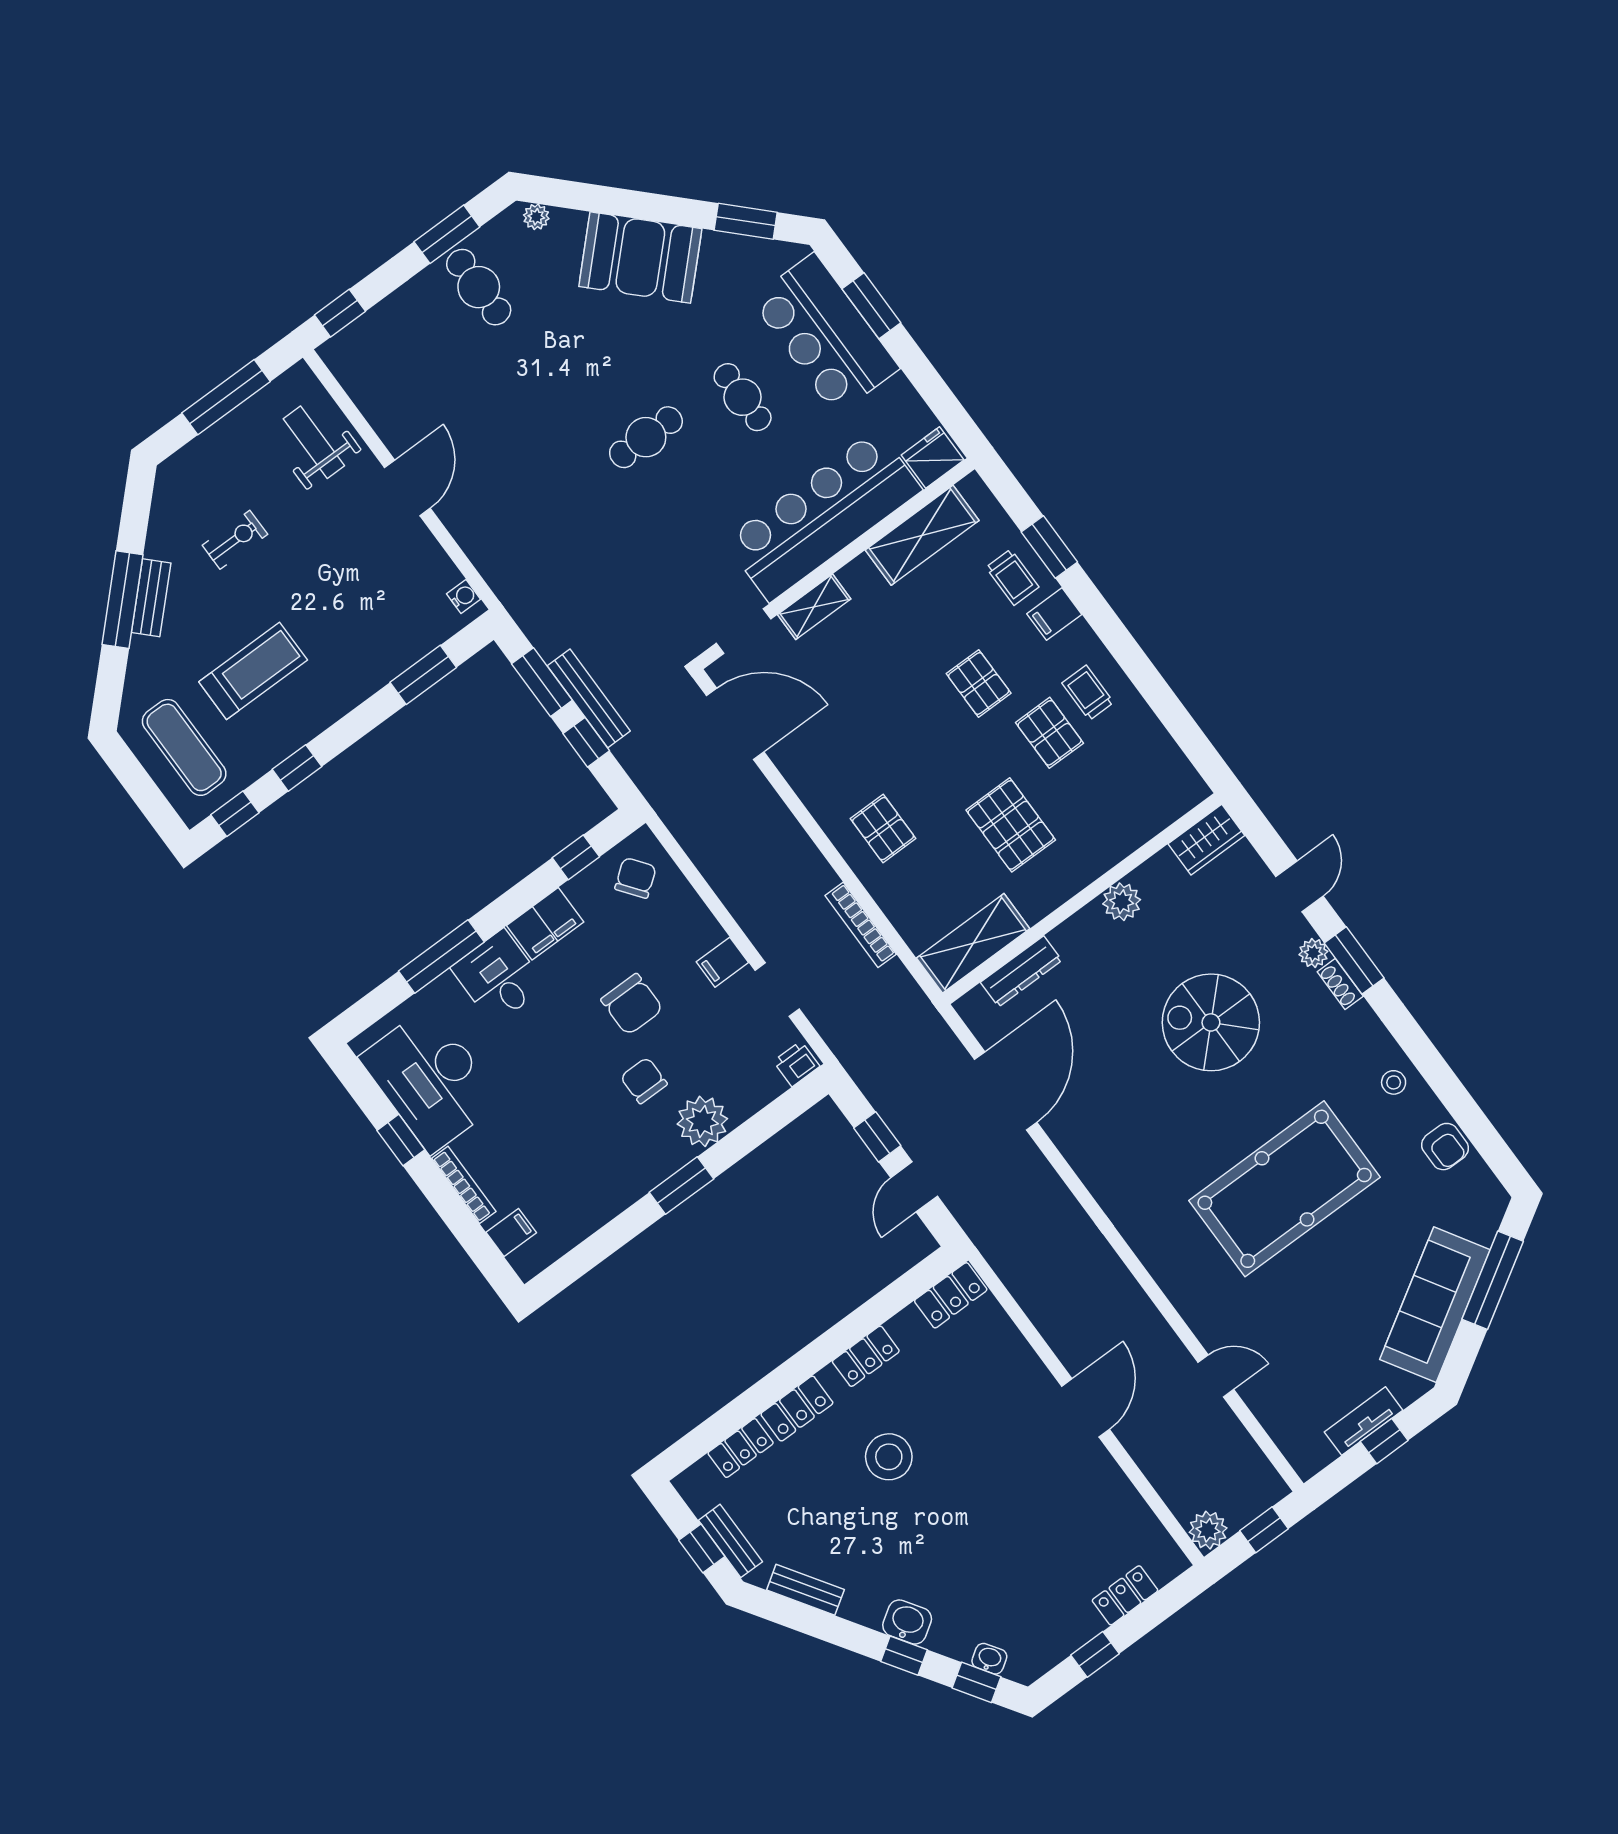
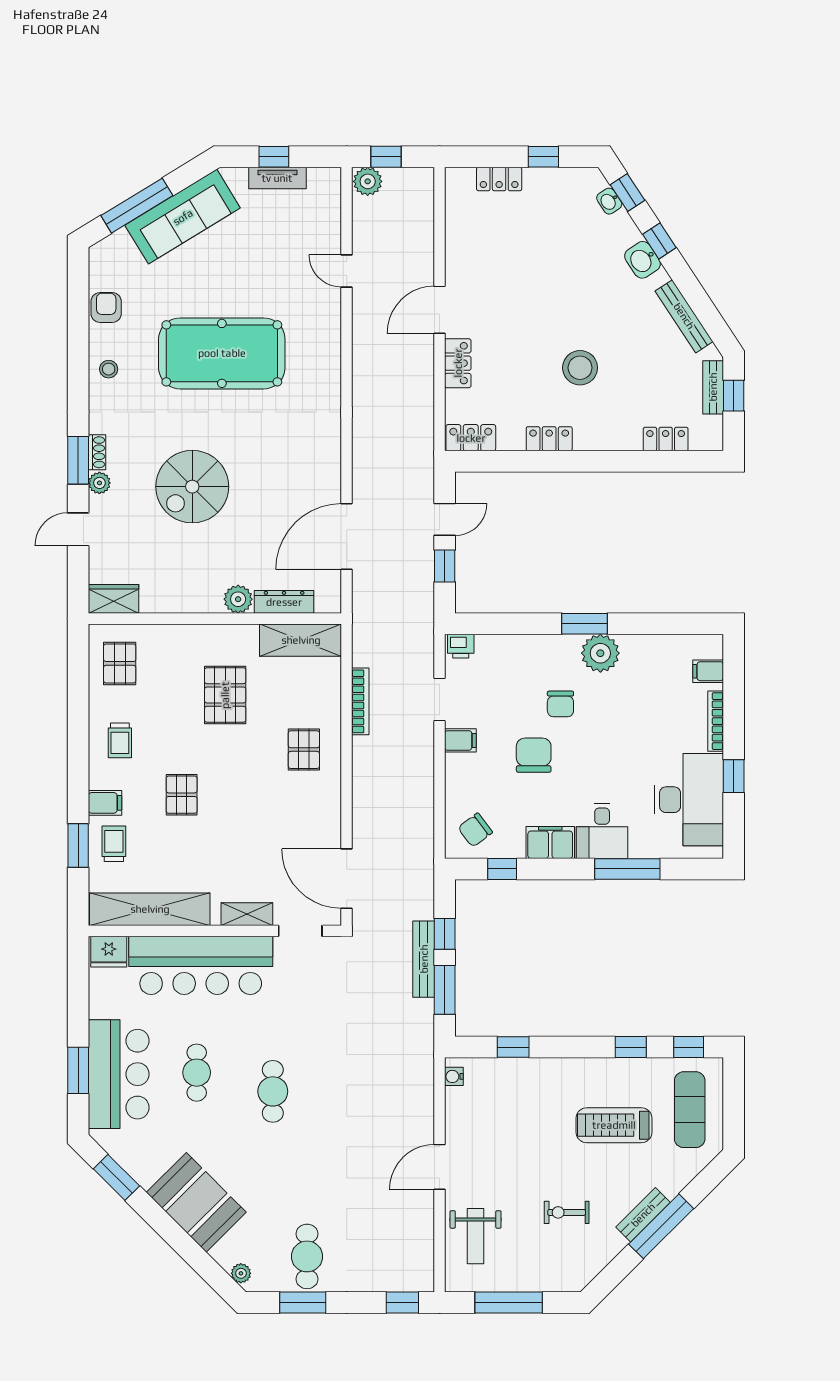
cafe table: (646, 437) -> (273, 1091), turned 90
shelving: (922, 535) -> (150, 909), width x1.47
window: (423, 675) -> (513, 1047), width x0.67
pallet: (1050, 733) -> (120, 663), moved
plant: (1122, 902) -> (238, 599), moved
spiral stairs: (1211, 1022) -> (192, 487), turned 90
plant: (702, 1121) -> (600, 653), moved
locker: (797, 1409) -> (458, 363), moved, turned 90
plant: (1208, 1530) -> (368, 181), moved
bench: (805, 1590) -> (684, 316), width x1.36

